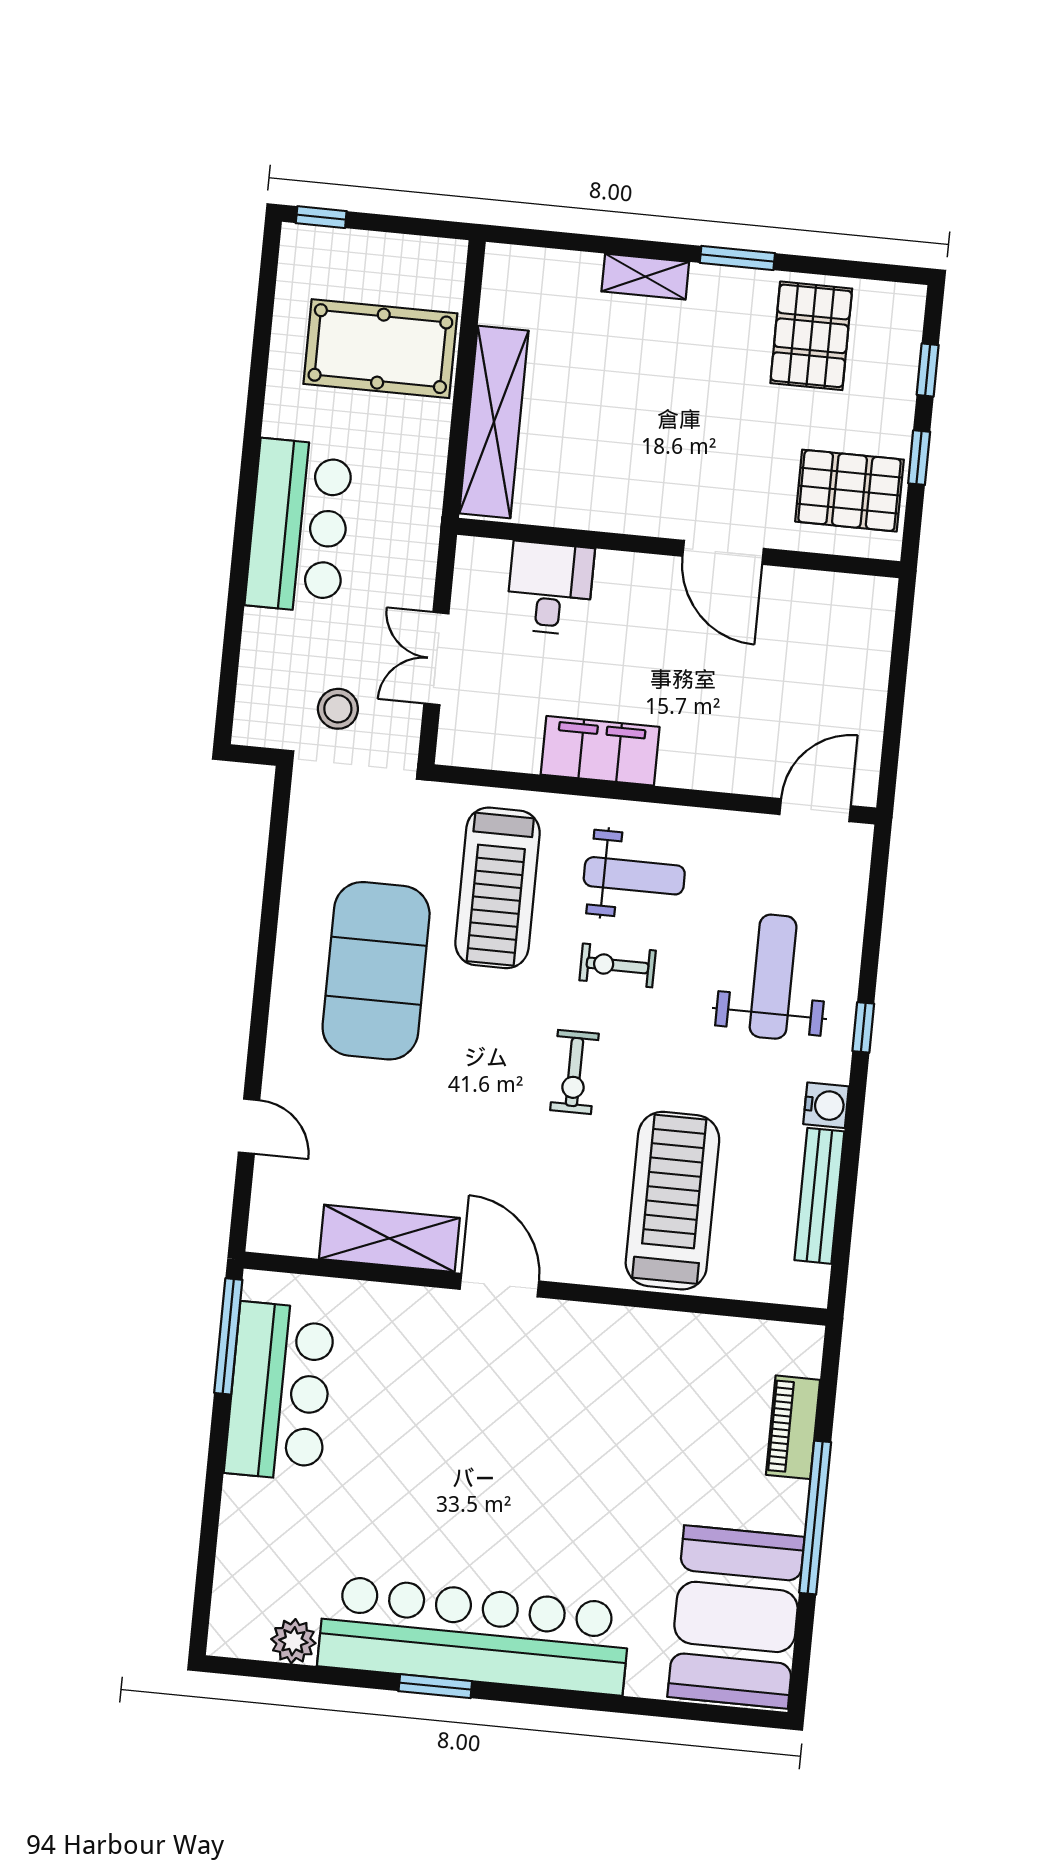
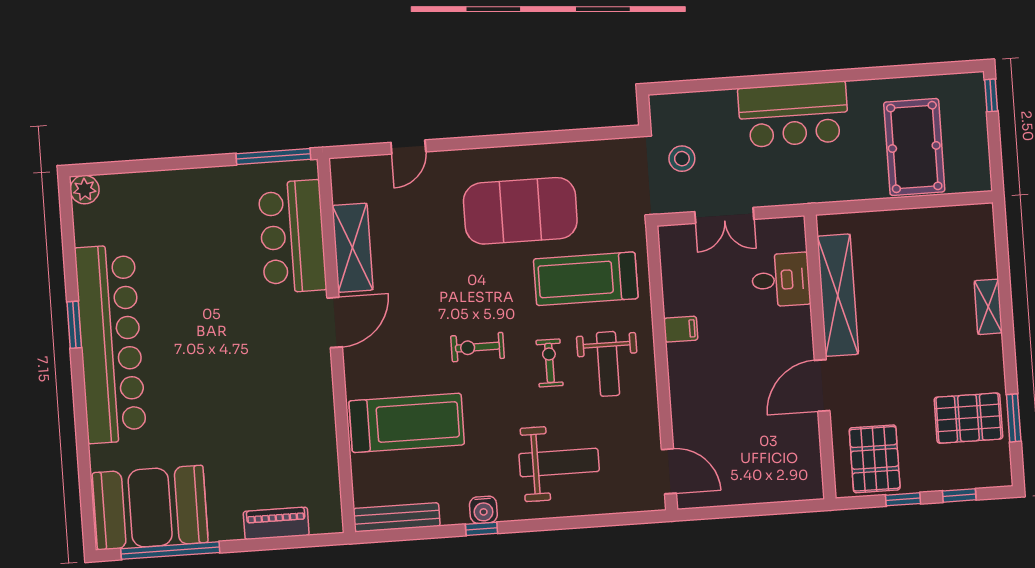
window: (737, 258) -> (1014, 418), moved
shelving: (494, 422) -> (838, 295), moved, turned 90
double door: (436, 658) -> (724, 215), swing flipped
filing cabinet: (600, 751) -> (681, 329), width x0.33, depth x0.86
window: (863, 1027) -> (482, 529), moved
bench: (819, 1196) -> (397, 517), moved
bar counter: (280, 1392) -> (292, 237), moved, turned 90
window: (815, 1518) -> (170, 551), moved
plant: (293, 1641) -> (85, 190), moved

